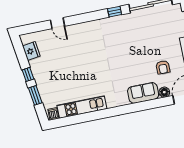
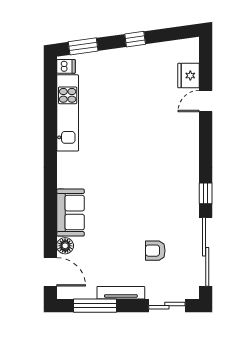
fridge: (31, 51) -> (189, 76), moved, turned 98
armchair: (163, 67) -> (155, 251), moved
window: (35, 95) -> (83, 46), moved

